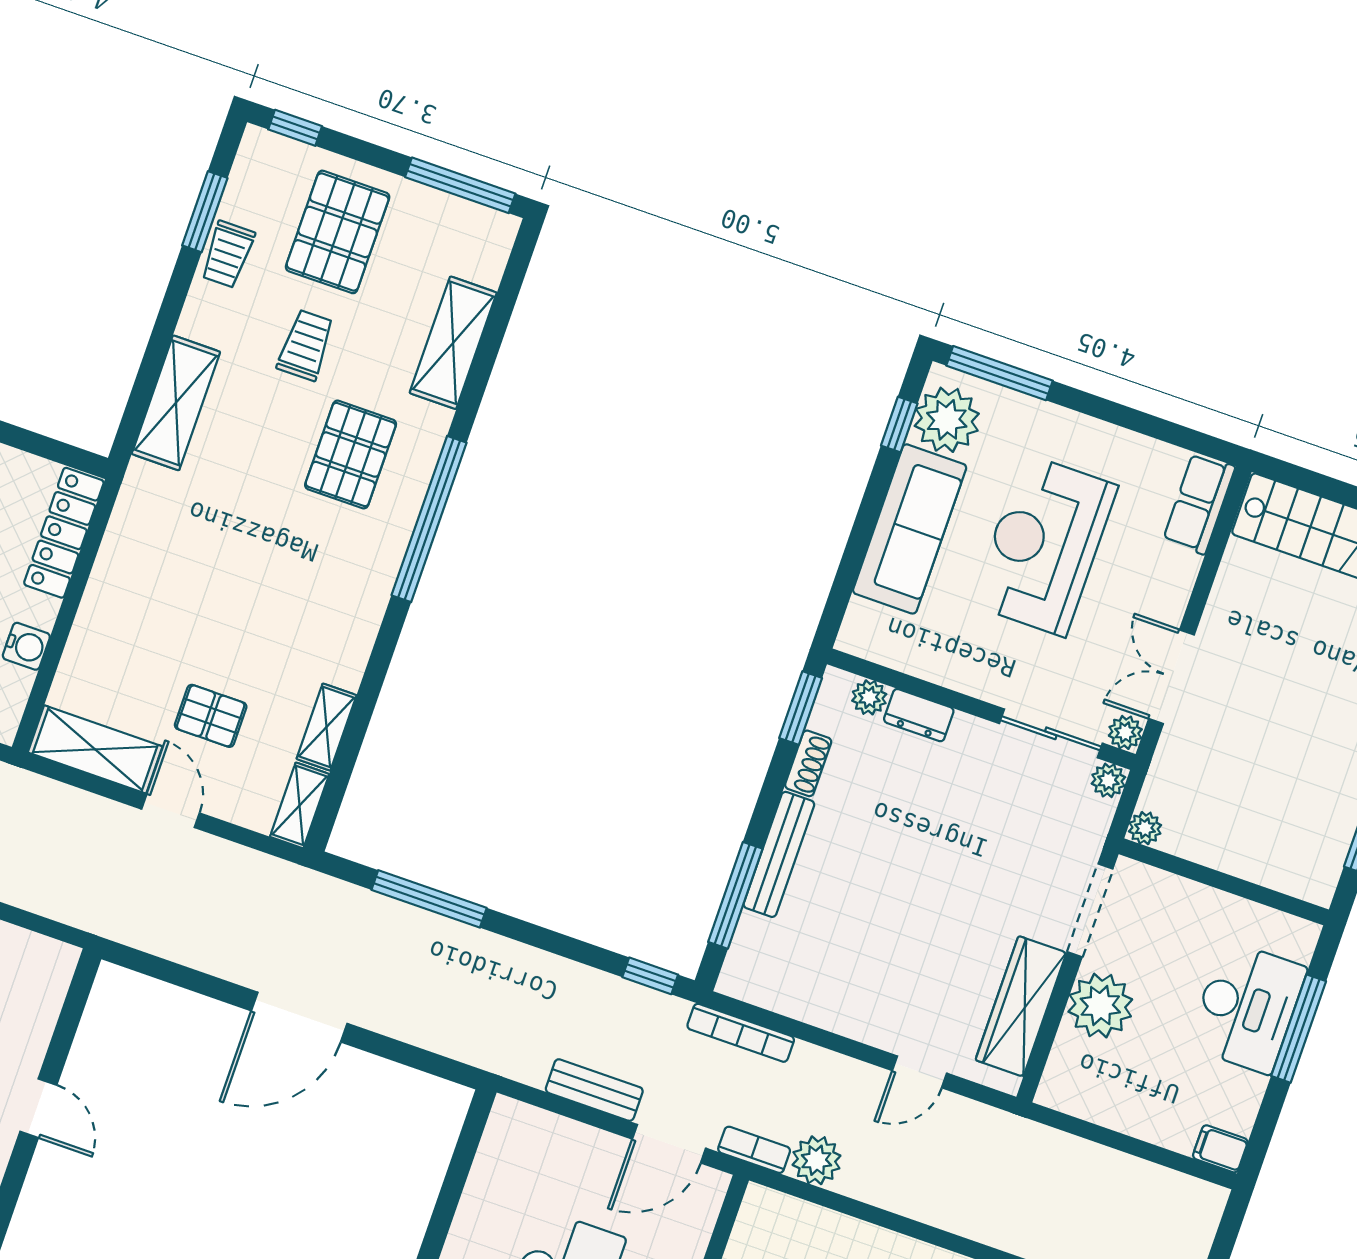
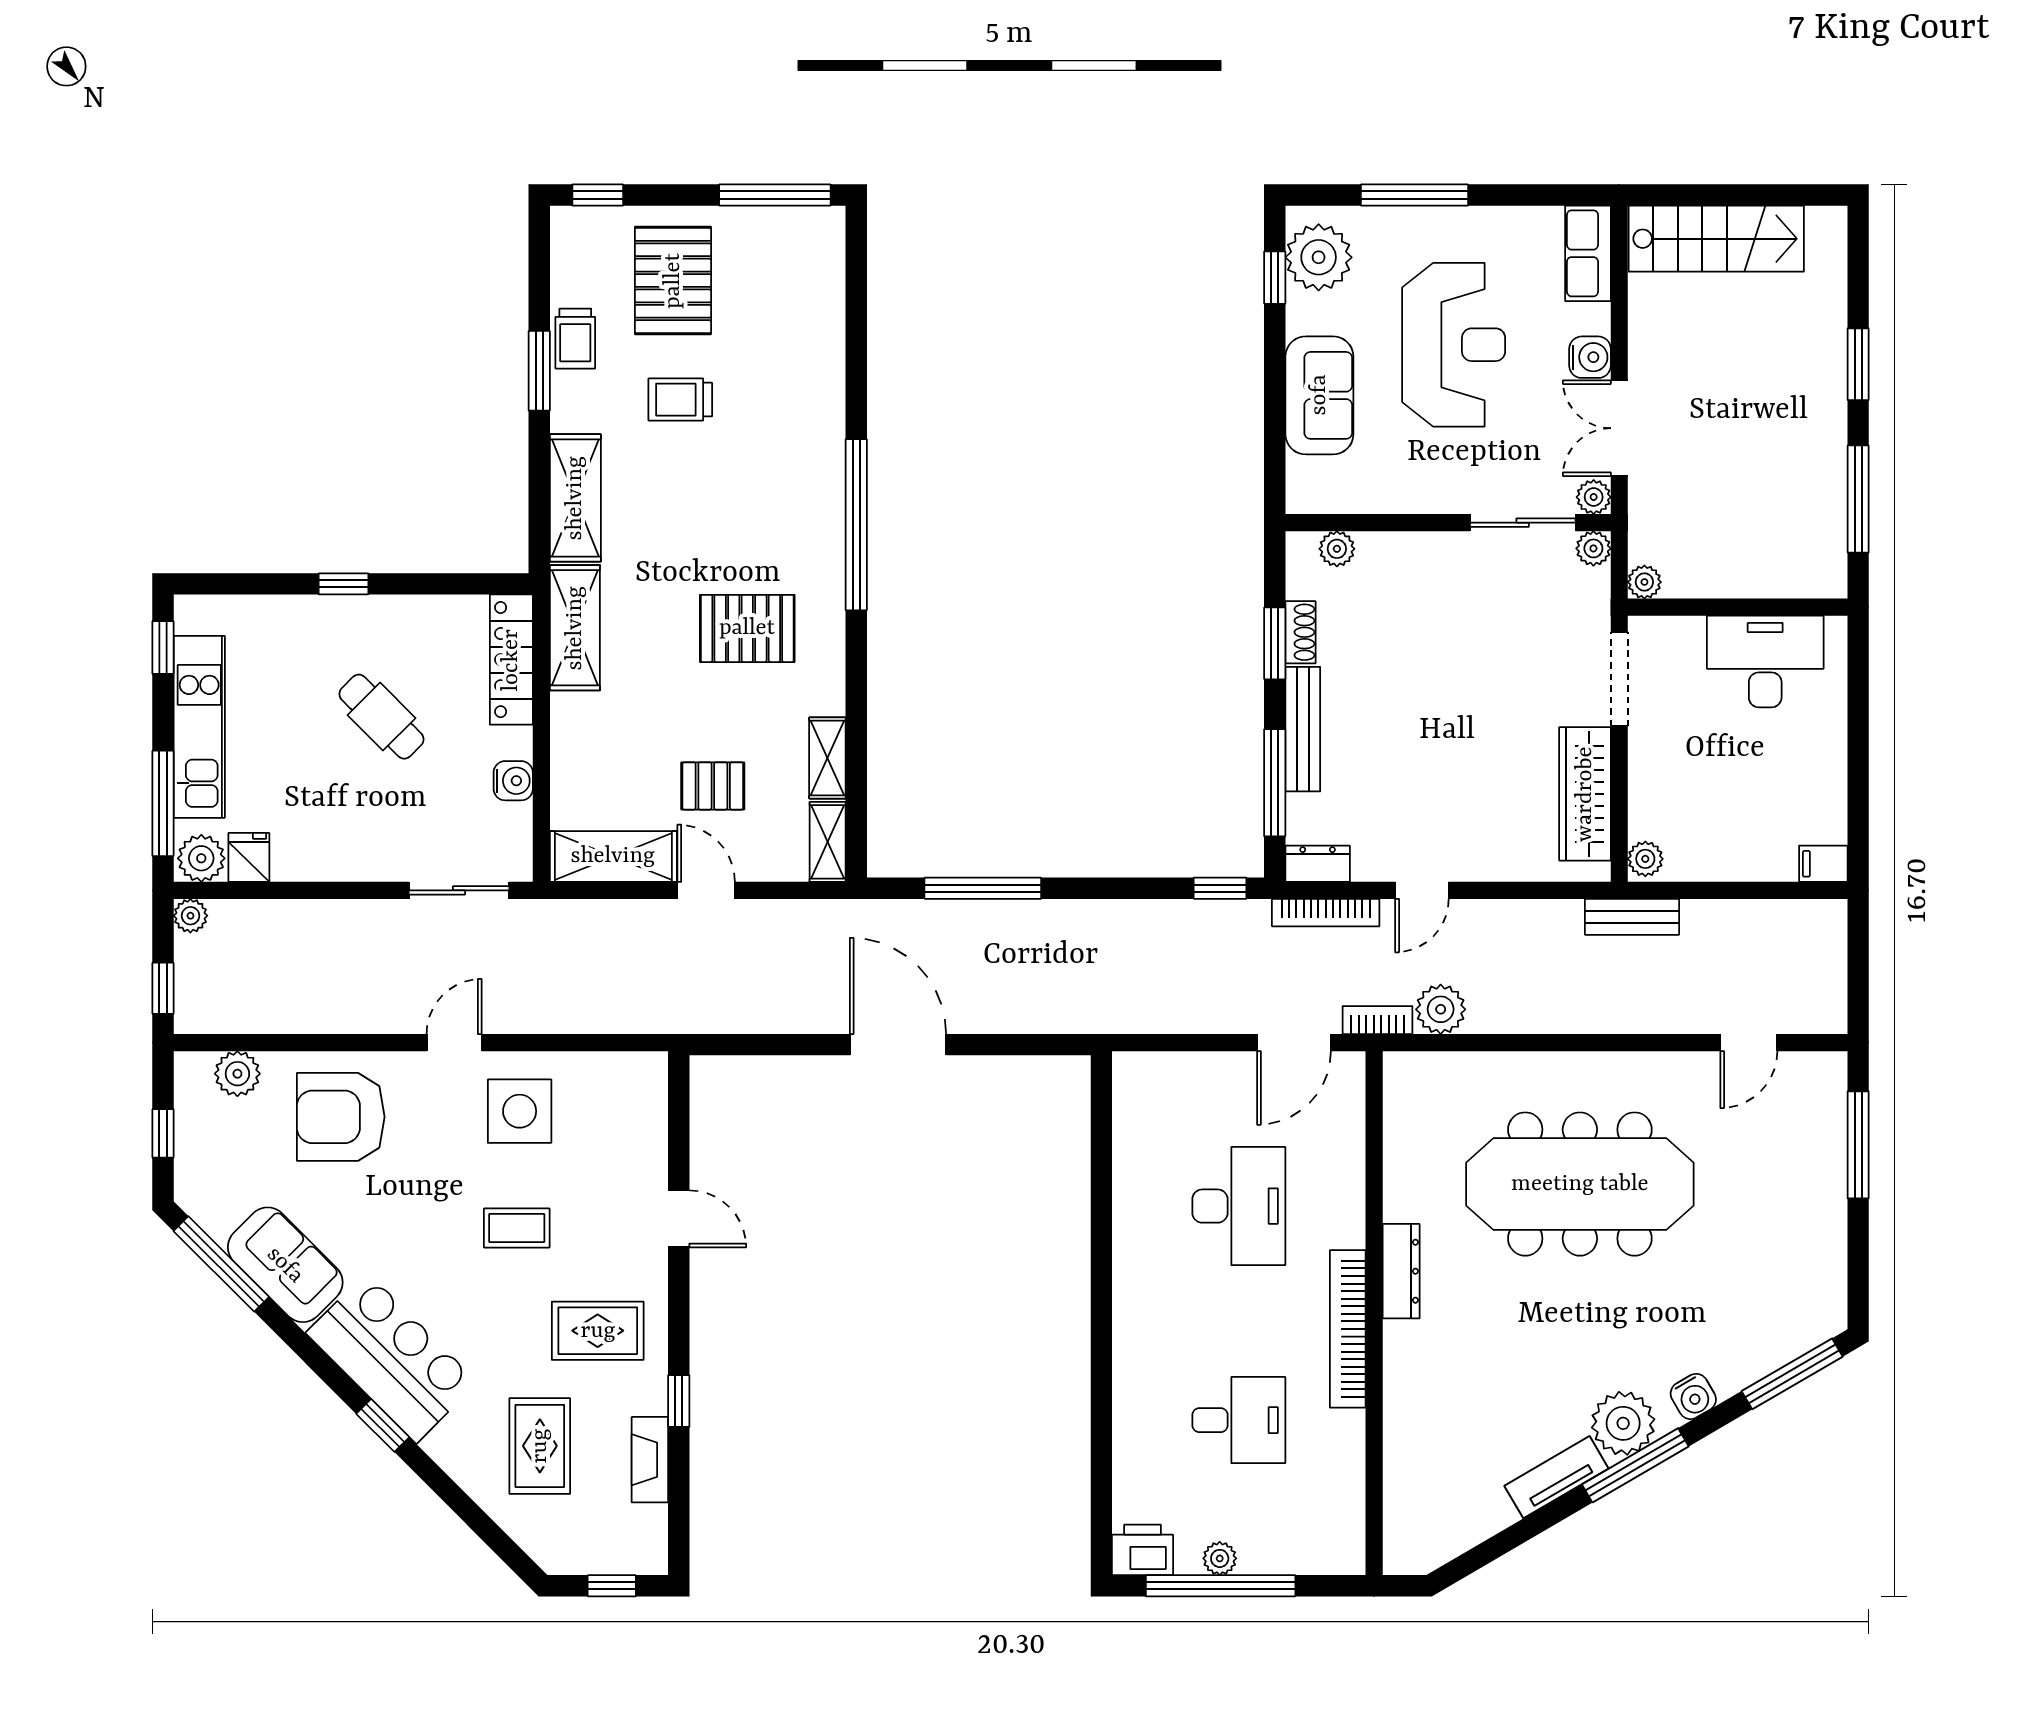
window: (205, 212) -> (539, 371), moved
shelving: (453, 343) -> (575, 628), moved
trolley: (306, 345) -> (680, 400), turned -90
window: (1000, 373) -> (1414, 195), moved
pallet: (351, 455) -> (747, 628), moved, turned 90
sofa: (910, 529) -> (1319, 395), width x0.73
reception desk: (1044, 545) -> (1454, 345), turned 180
water cooler: (1167, 601) -> (1590, 357), added
window: (801, 708) -> (1275, 643), moved
dresser: (919, 715) -> (1318, 864), moved, turned 180
plant: (1100, 1006) -> (1645, 859), moved, width x0.53, depth x0.53
desk: (1247, 1007) -> (1765, 661), moved, turned -90
door: (299, 1017) -> (898, 1045), swing flipped
window: (1299, 1029) -> (1858, 723), removed
door: (919, 1072) -> (1422, 890), moved
bench: (594, 1090) -> (1632, 917), moved

